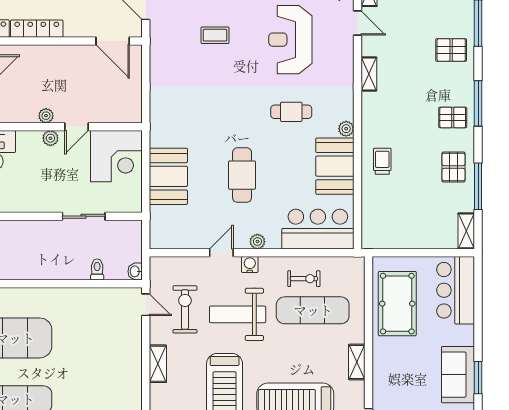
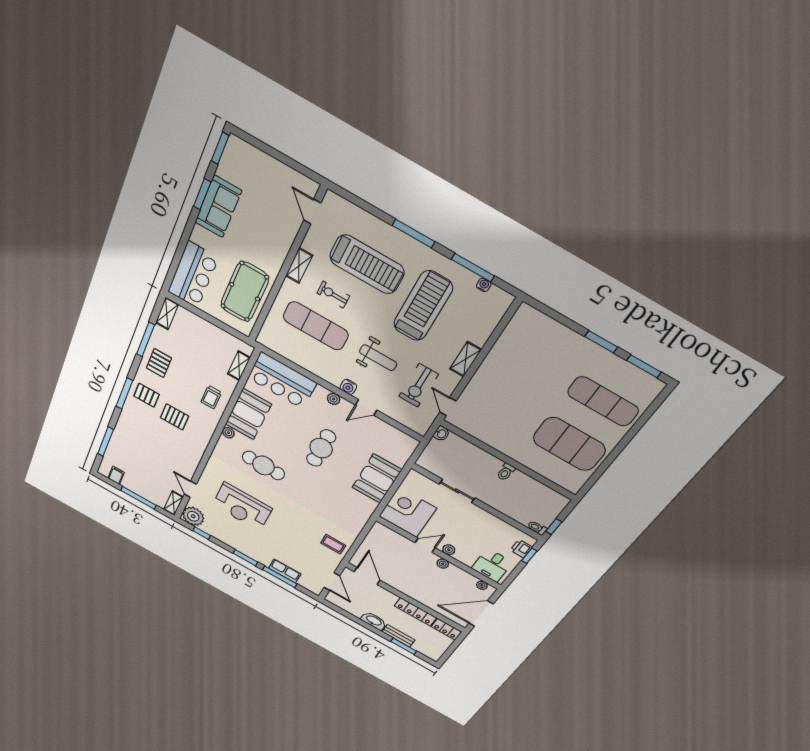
coffee table: (215, 35) -> (333, 544), moved
reception desk: (290, 40) -> (242, 507), turned 90
pallet: (451, 50) -> (174, 417), moved
shelving: (369, 74) -> (239, 366), moved
cafe table: (291, 112) -> (263, 466), width x1.37, depth x1.35
toilet: (97, 269) -> (506, 472), moved
exercise bike: (304, 279) -> (333, 295), moved
weight bench: (238, 314) -> (378, 358), width x0.73, depth x0.75

